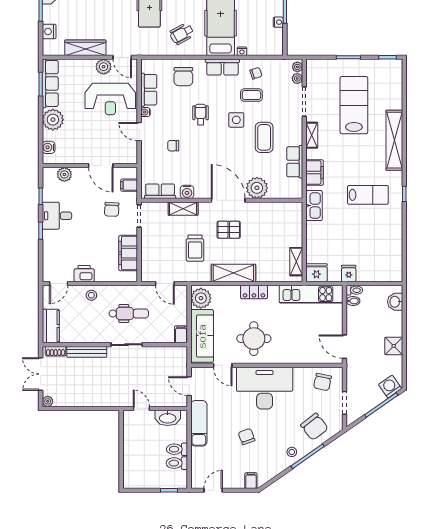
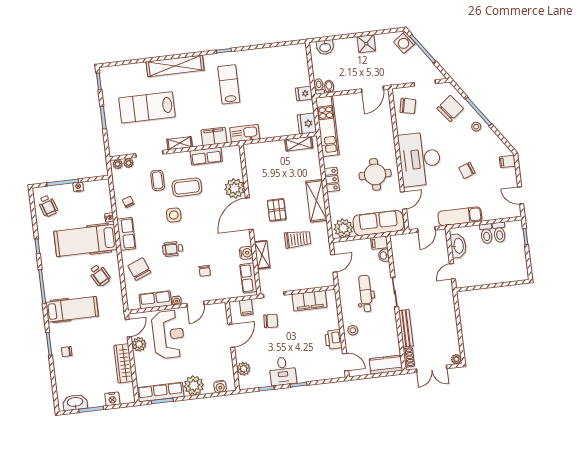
chair: (183, 77) -> (139, 269), turned -112
coffee table: (251, 95) -> (158, 180), moved
washbasin: (167, 338) -> (384, 255), added

